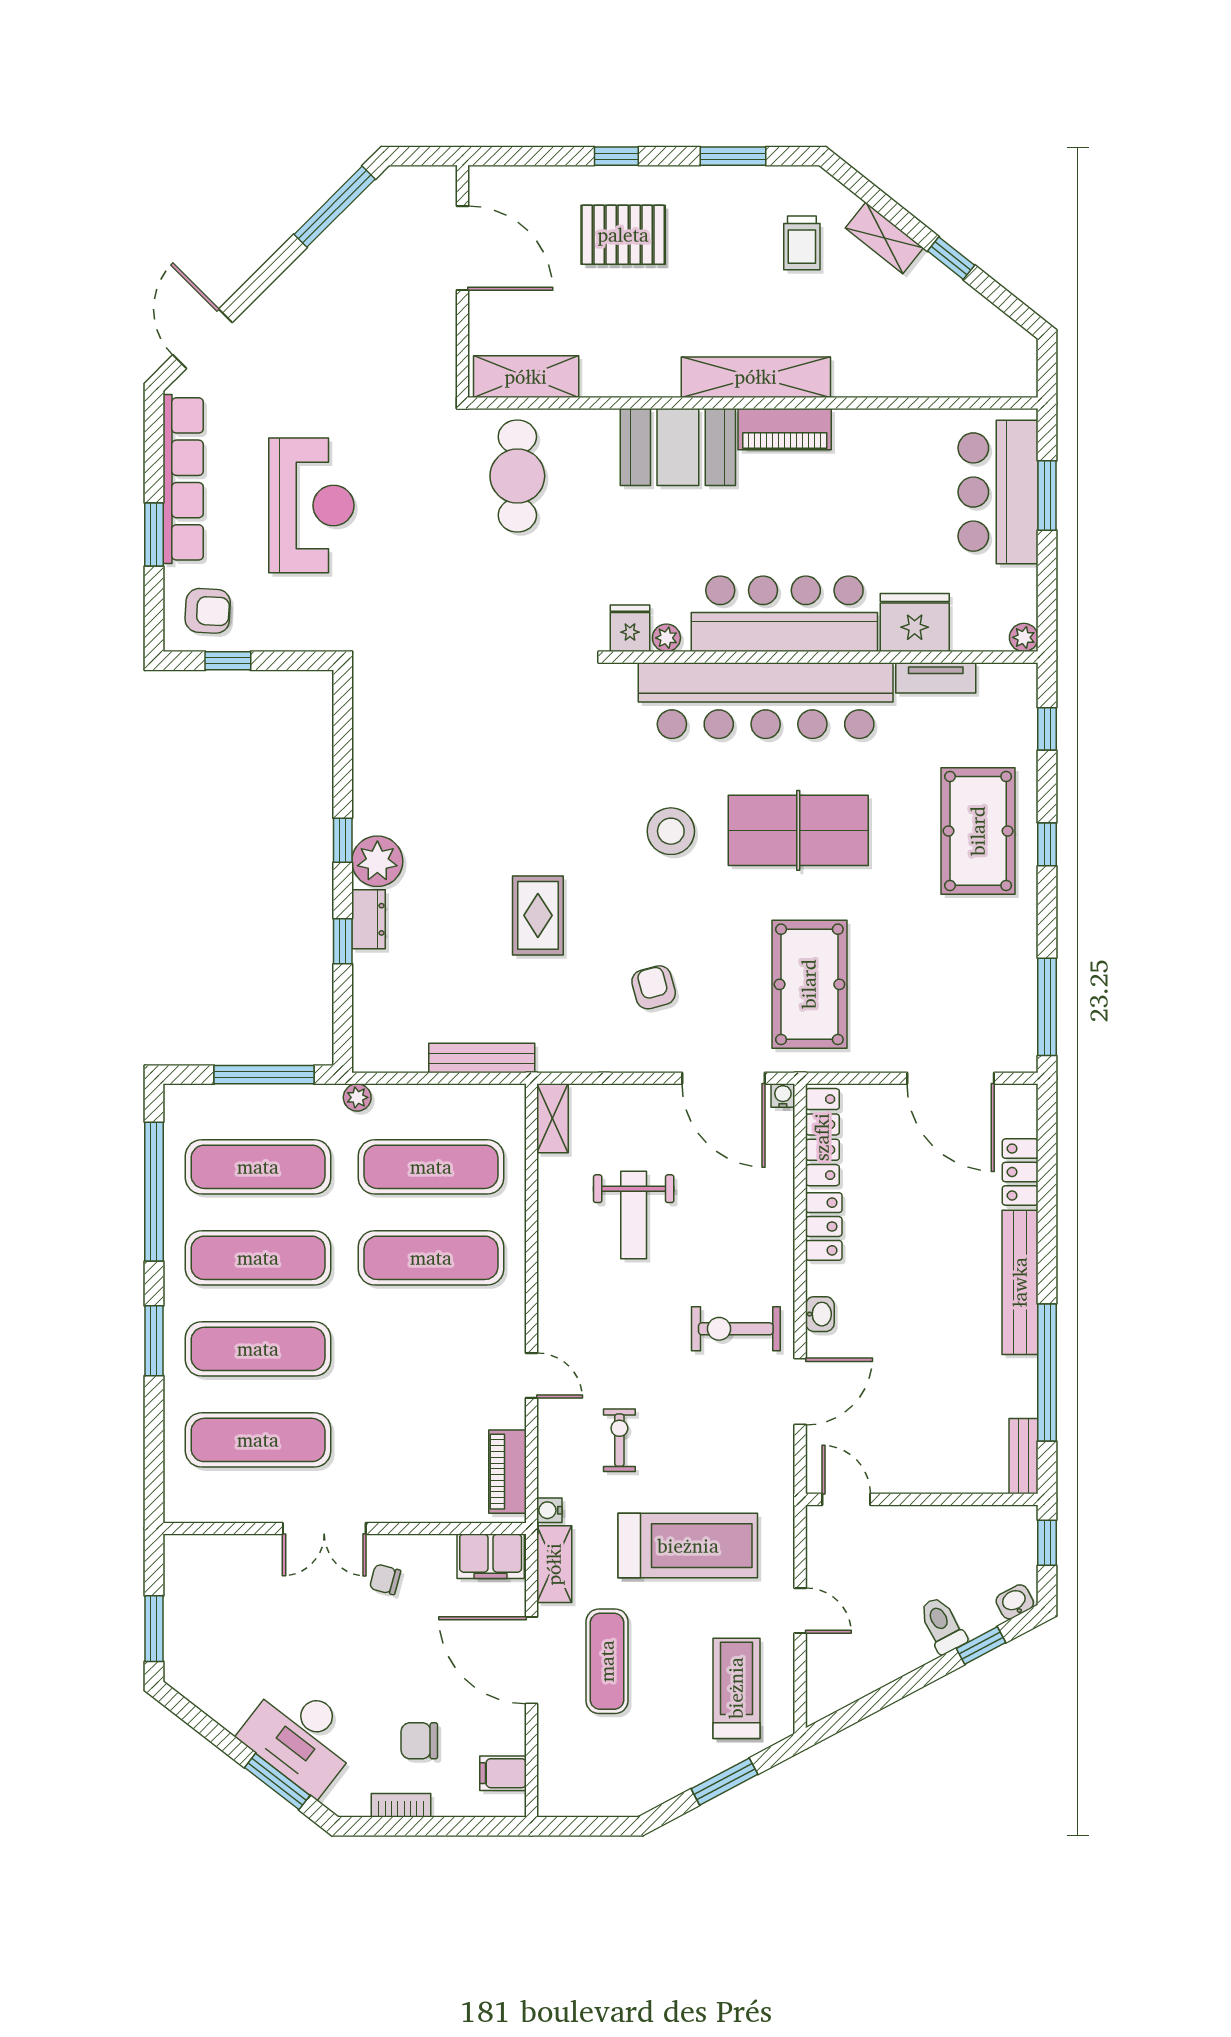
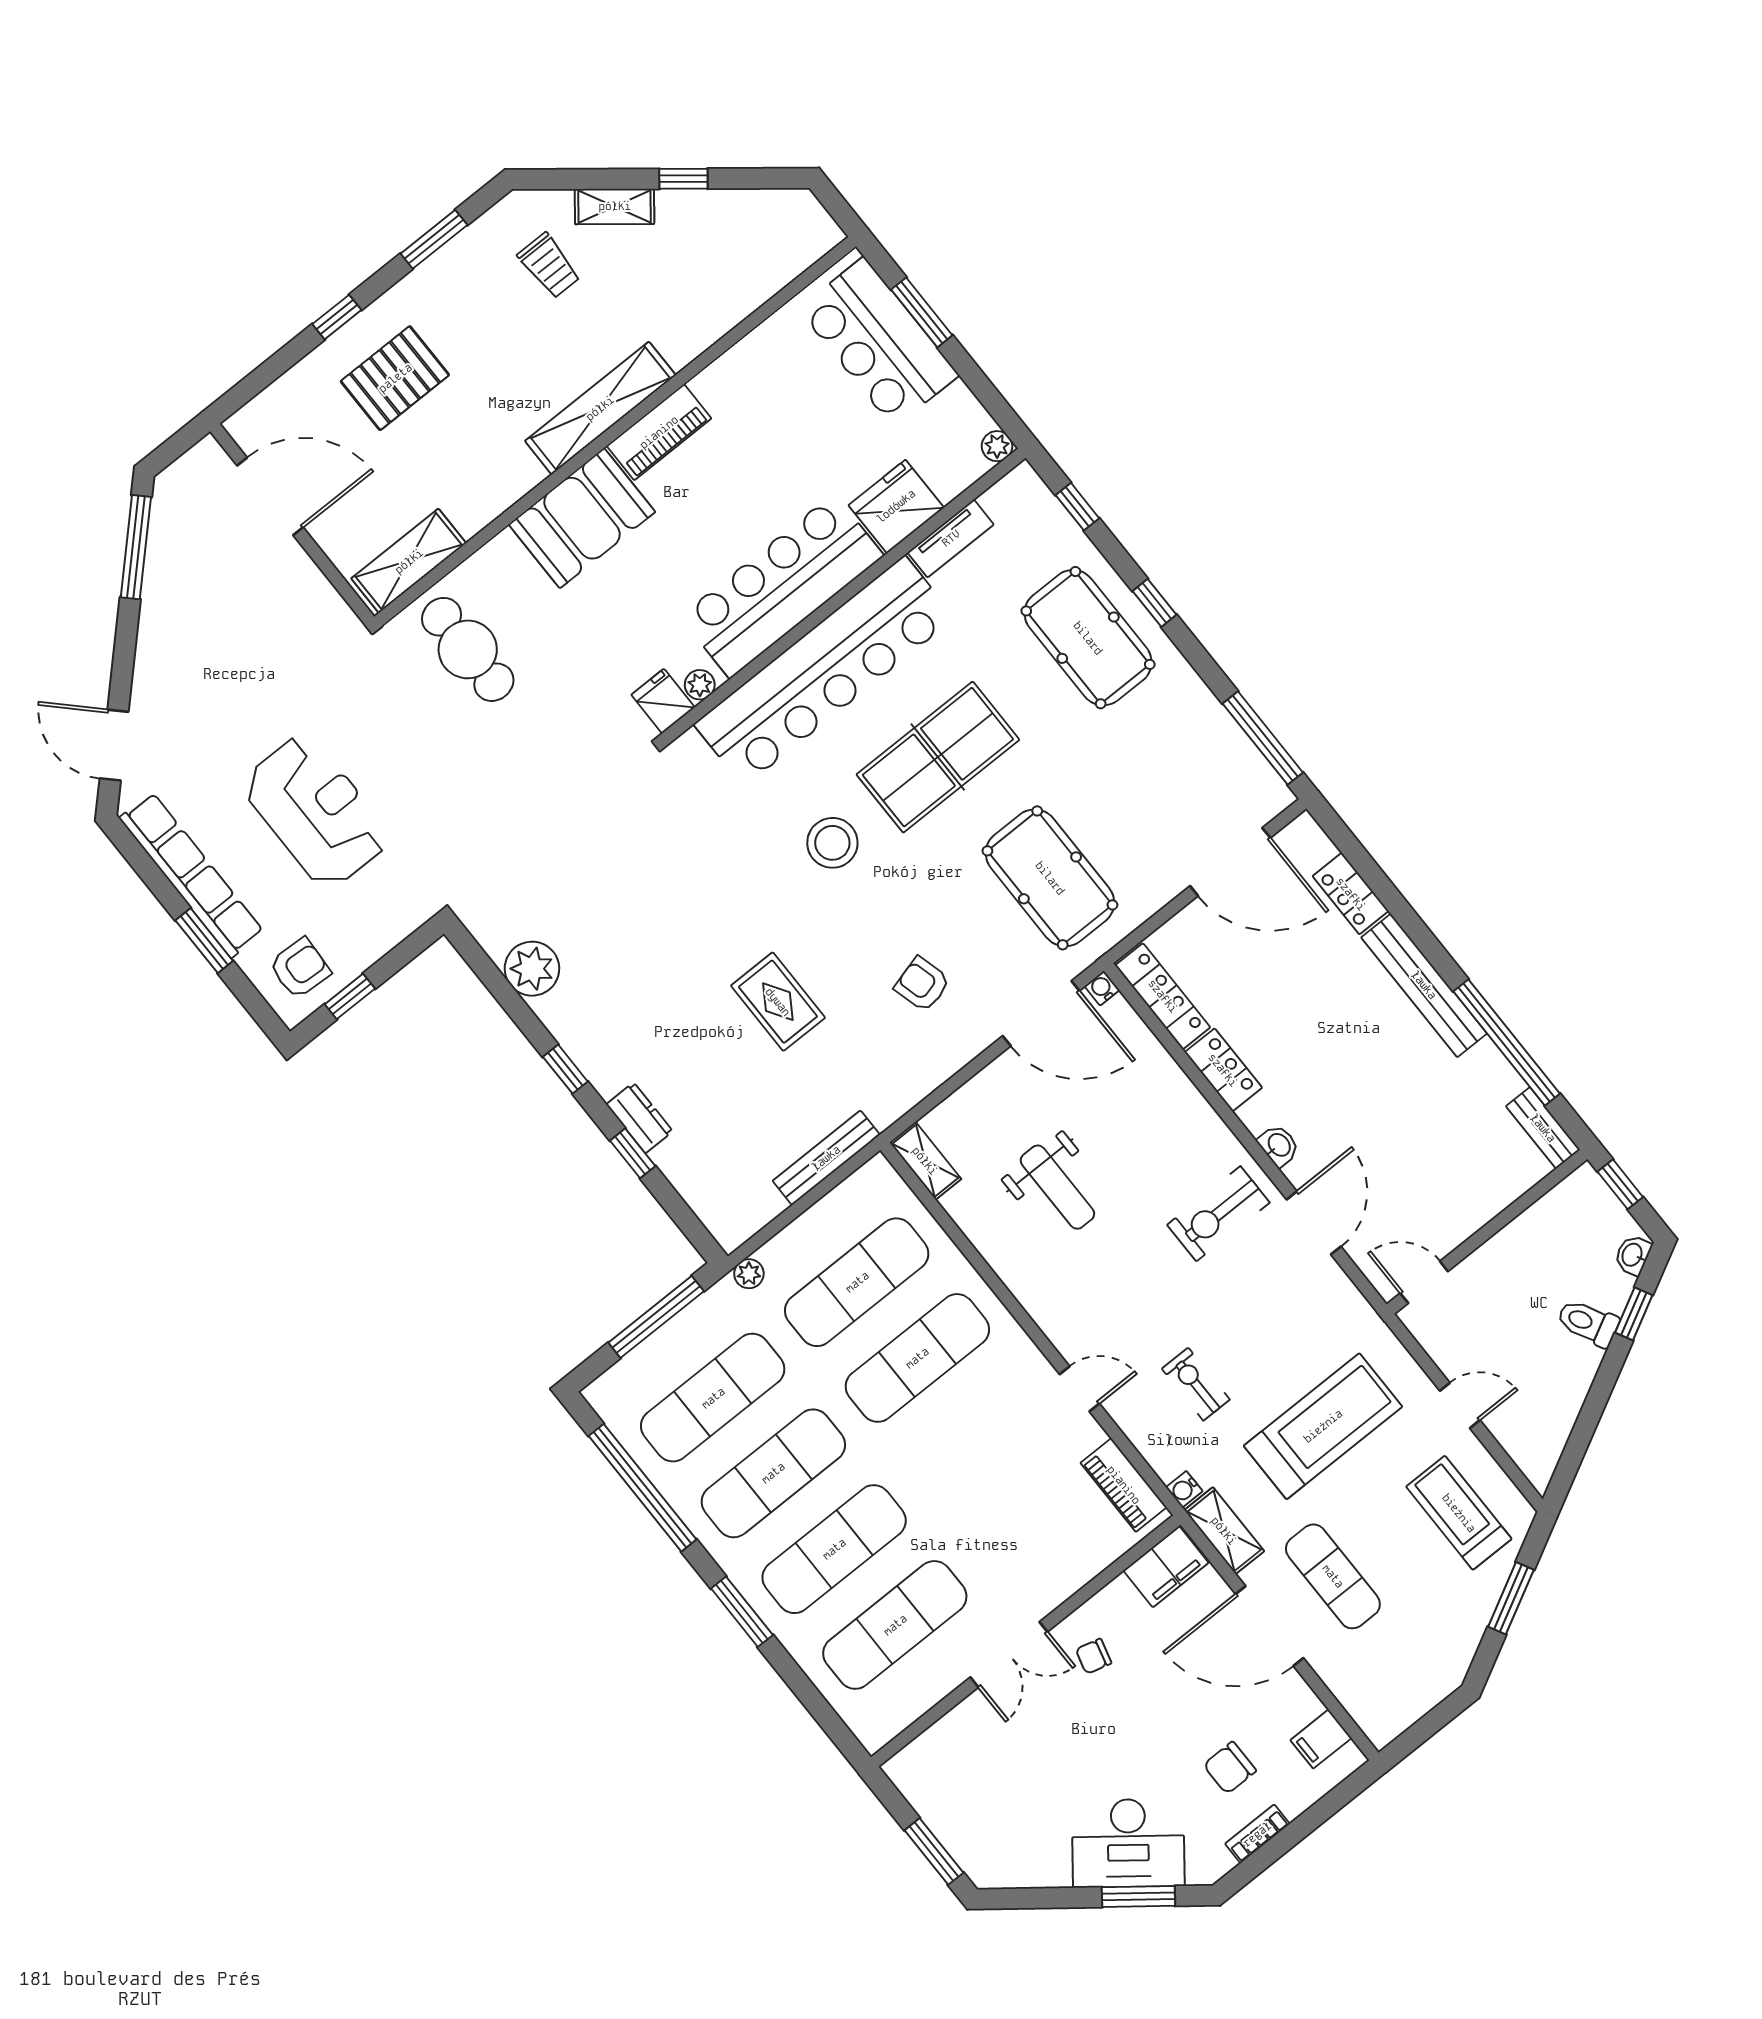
plant: (377, 861) -> (532, 969), moved

